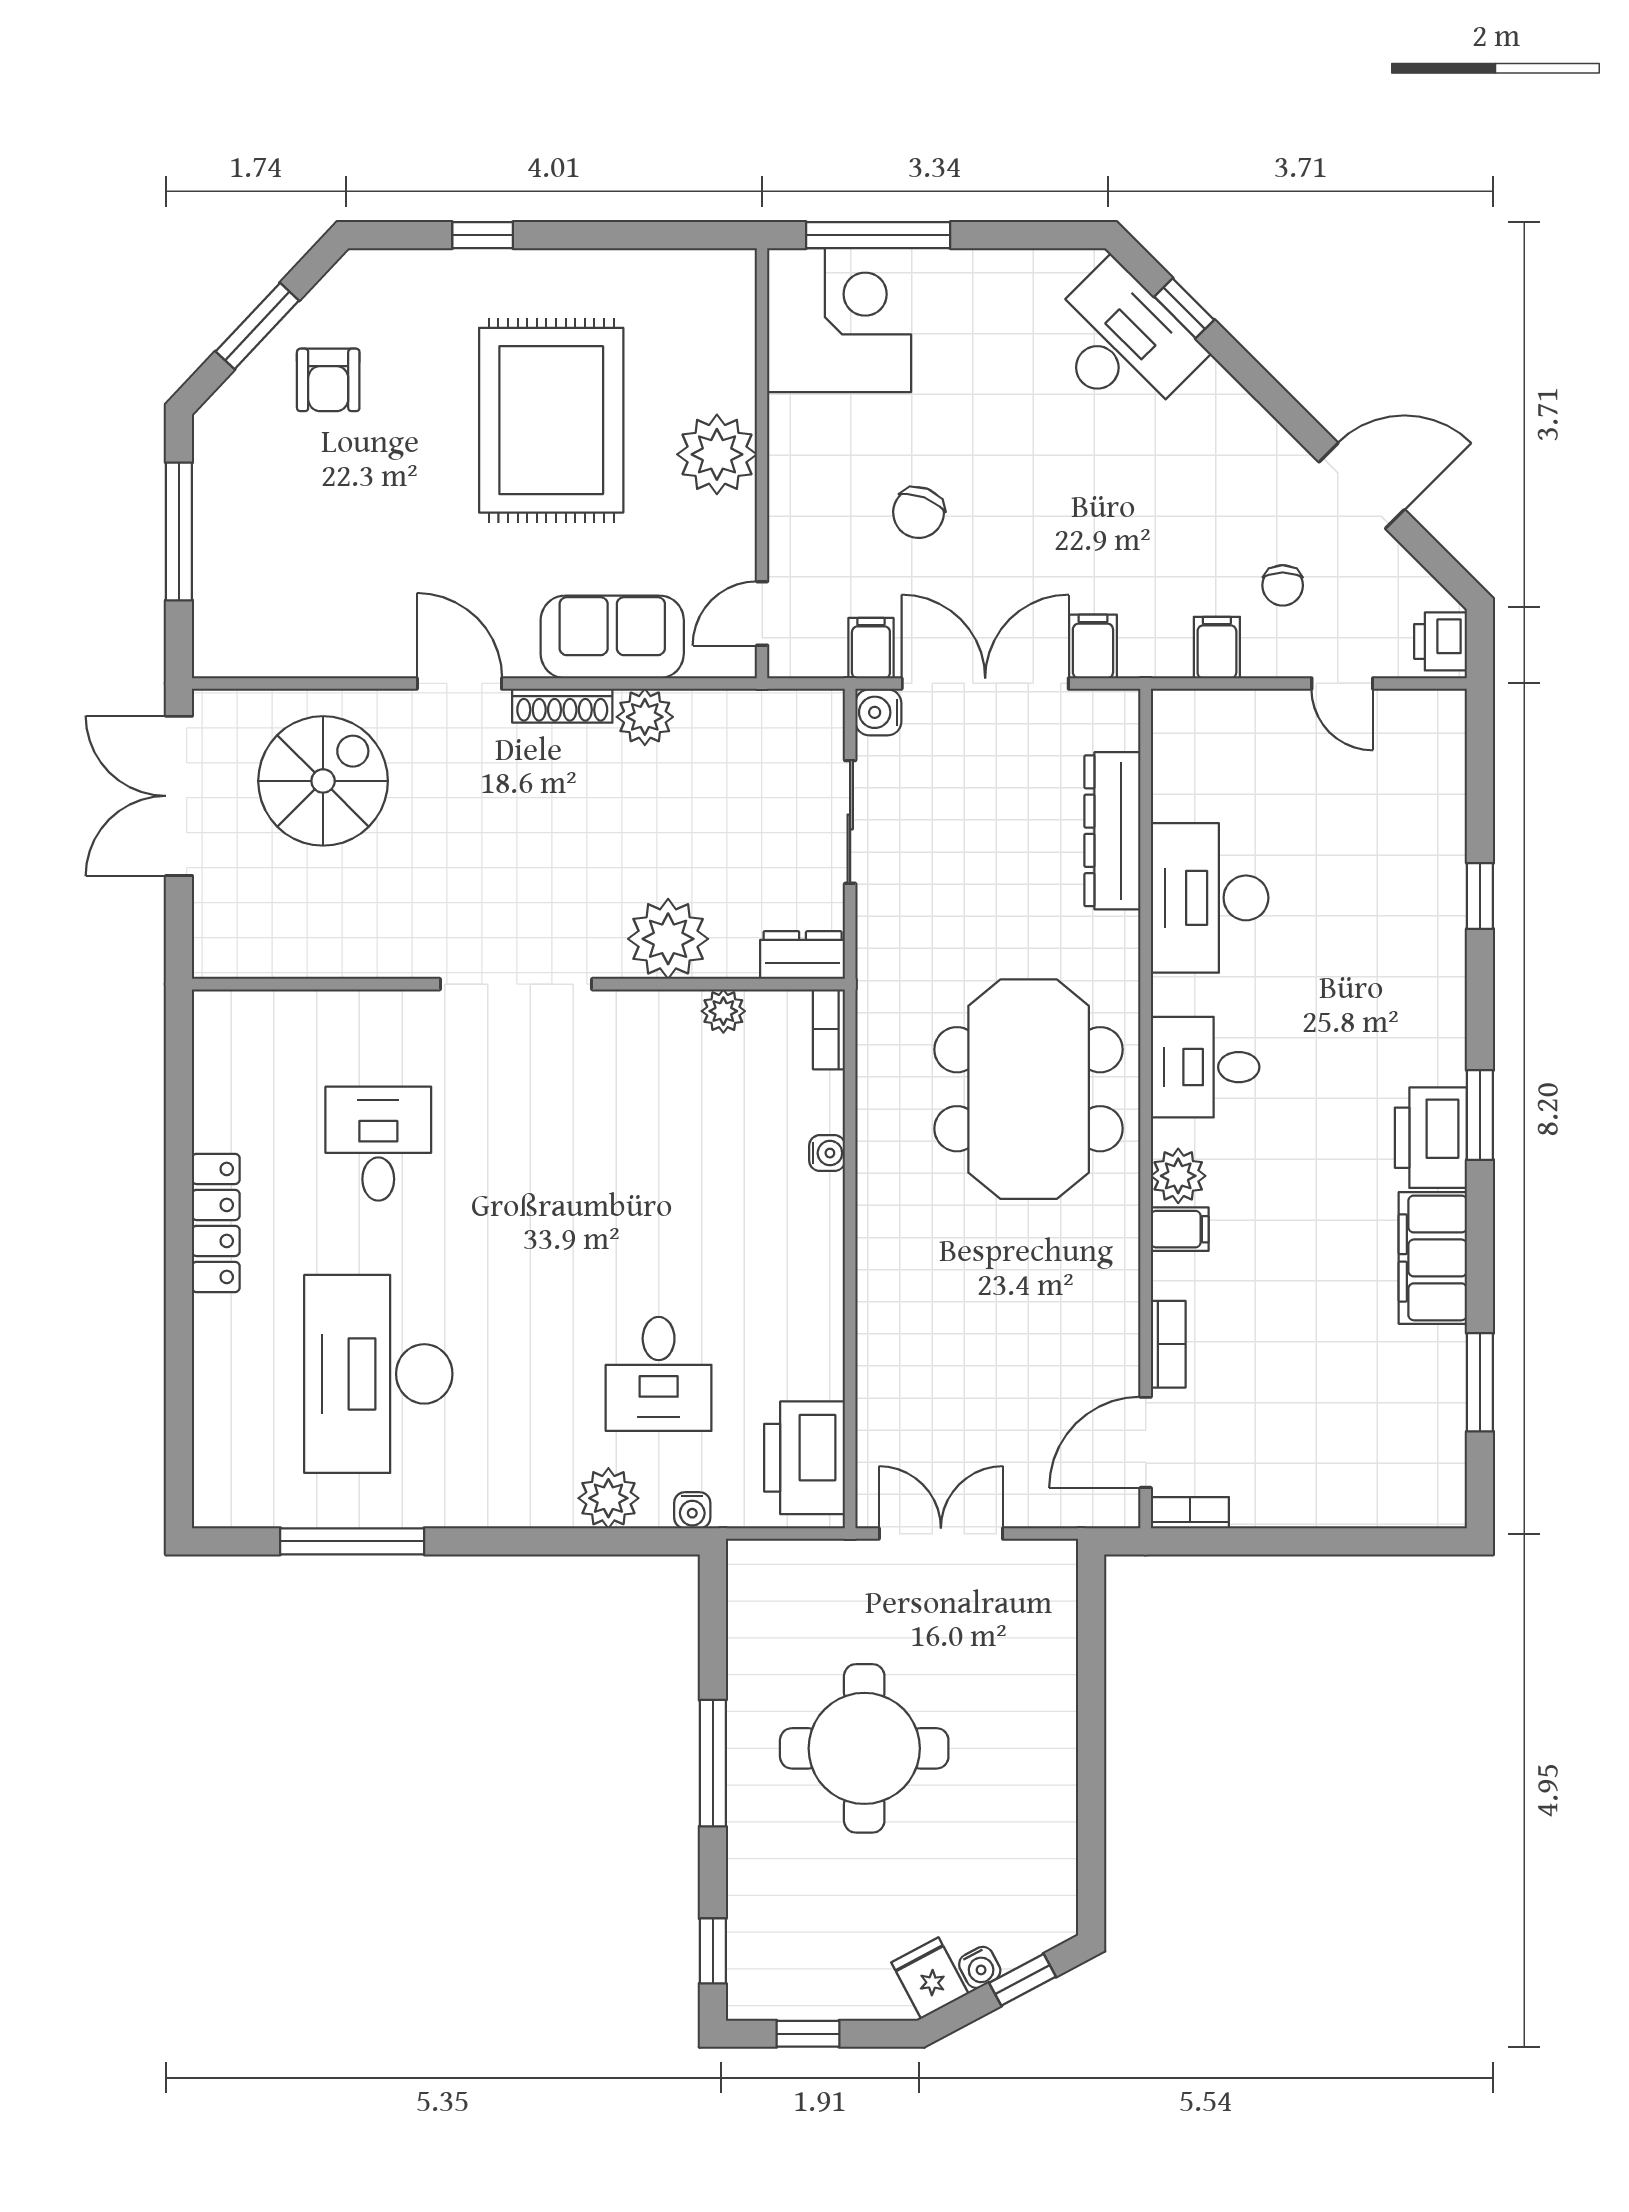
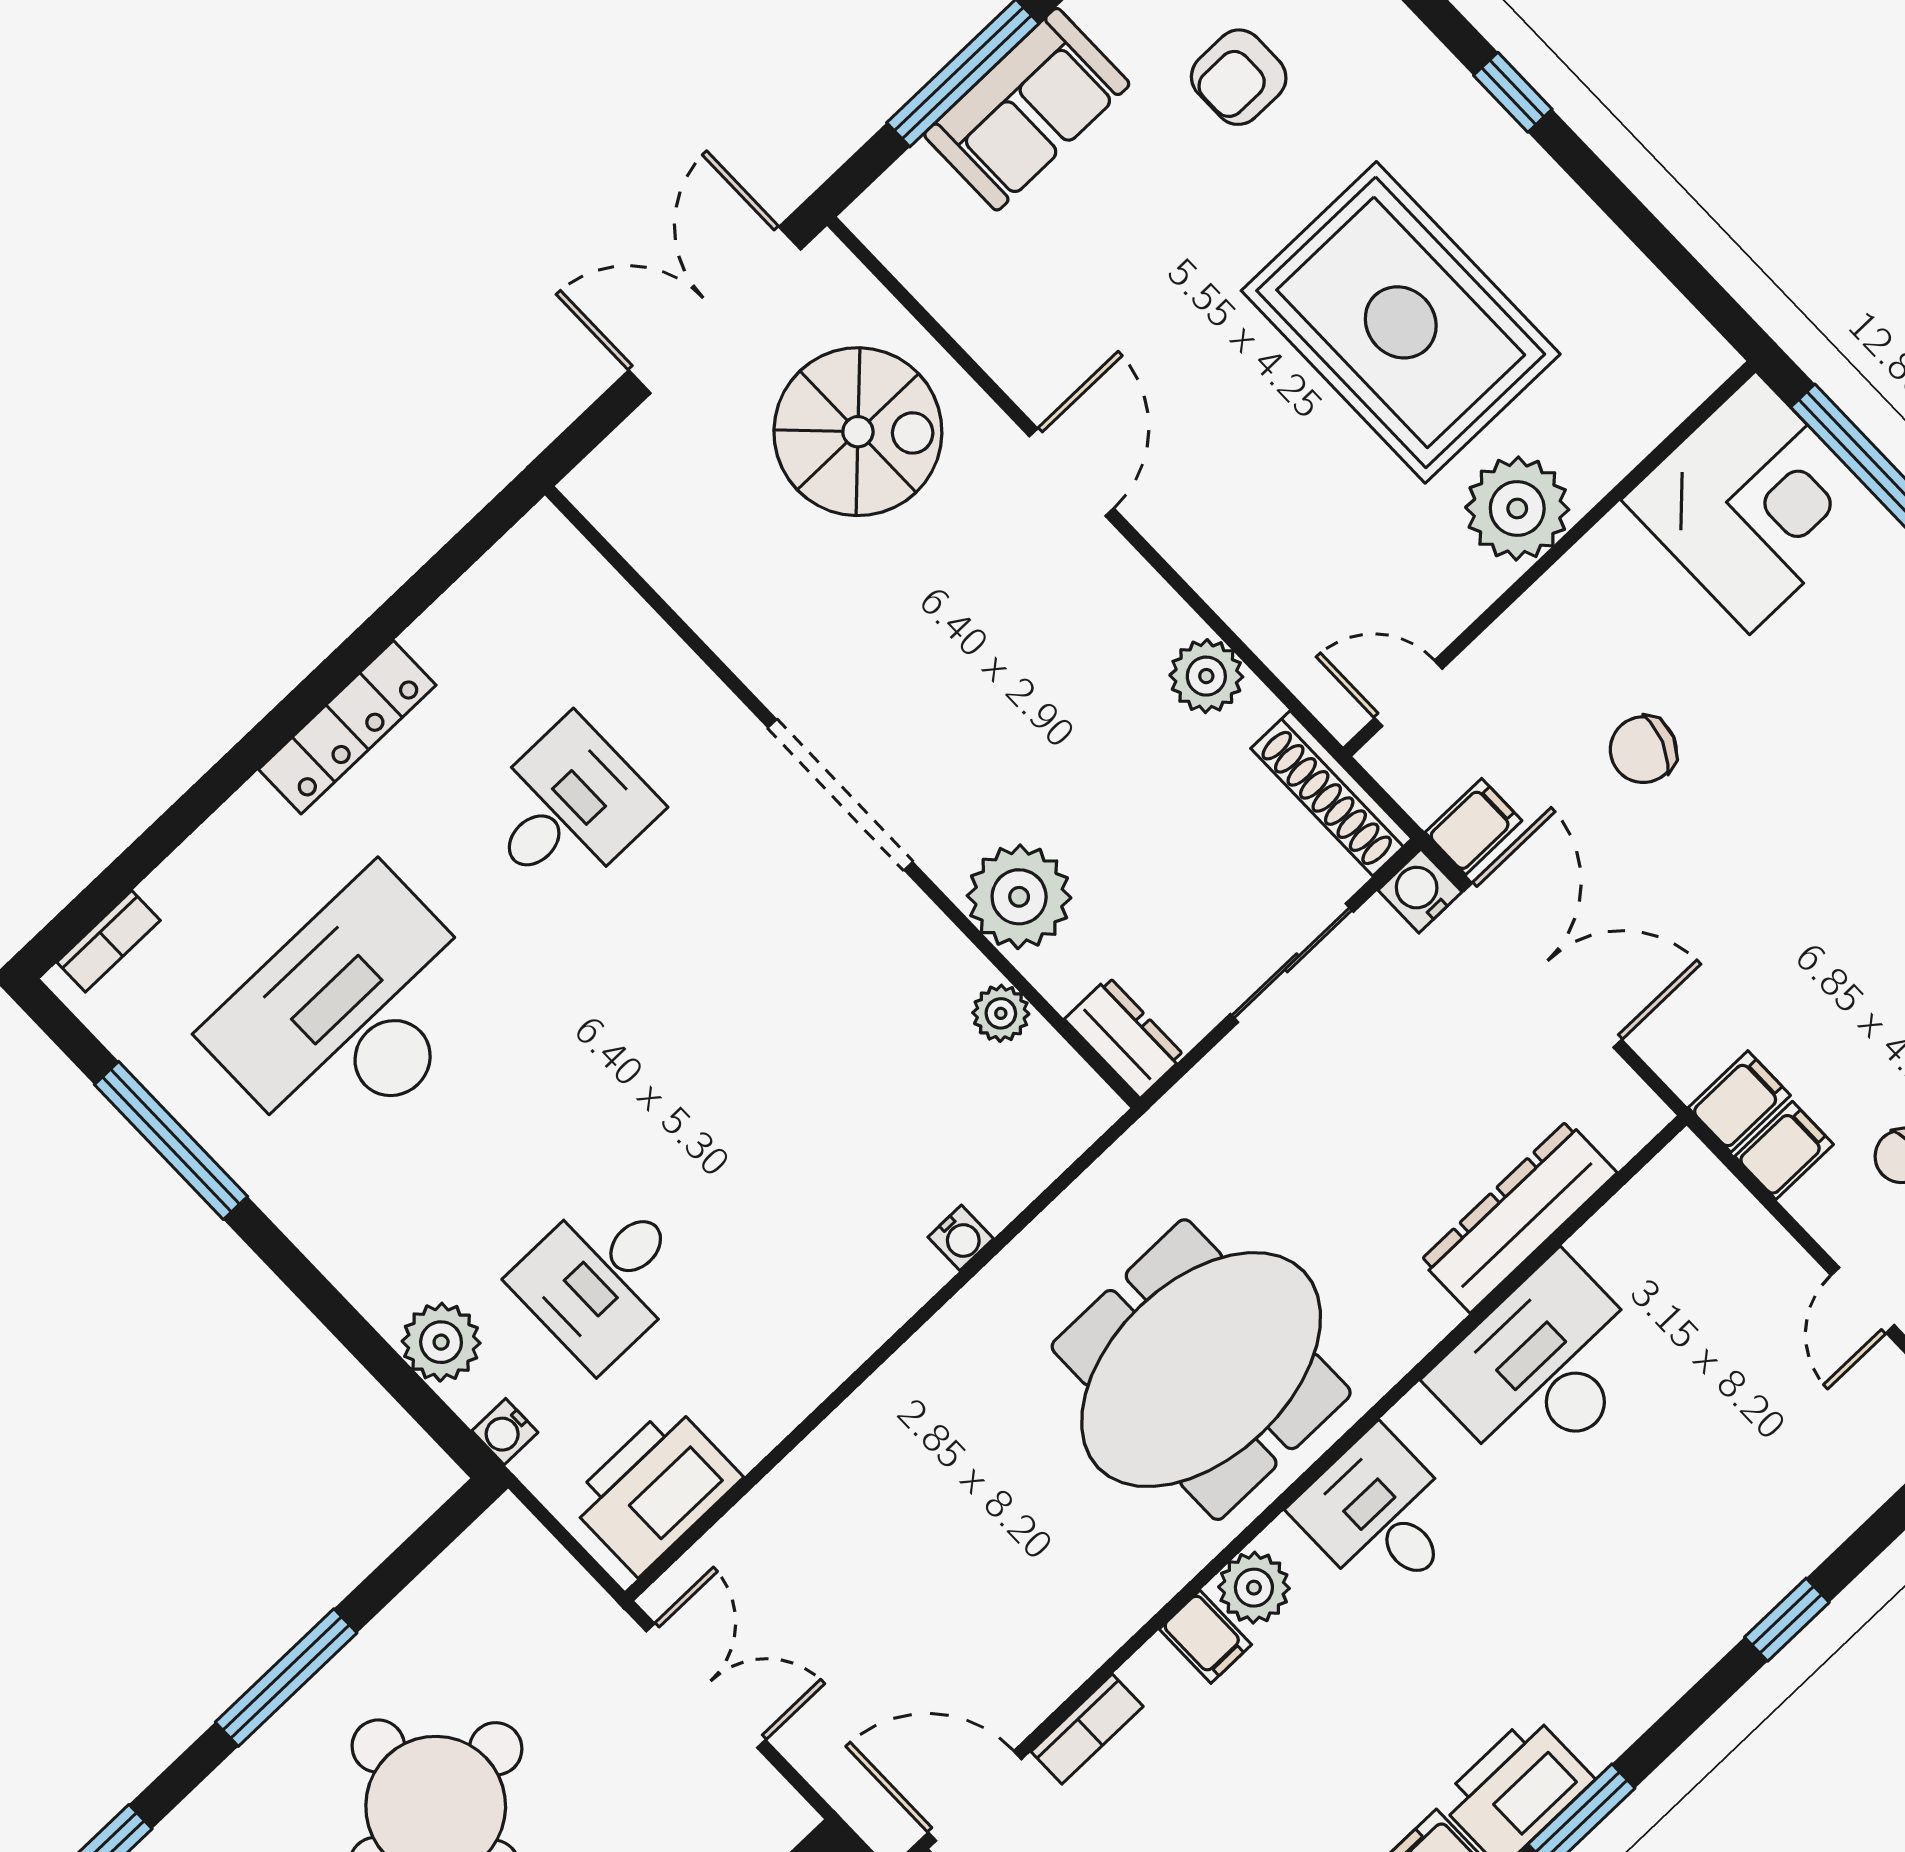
rug: (551, 420) -> (1401, 322), turned 90
sofa: (612, 637) -> (1027, 109), moved, turned 90
filing cabinet: (1093, 646) -> (1739, 1102), moved
shoe rack: (562, 706) -> (1331, 793), moved, width x1.36, depth x1.24
bookcase: (829, 1029) -> (109, 941), moved, turned 180

